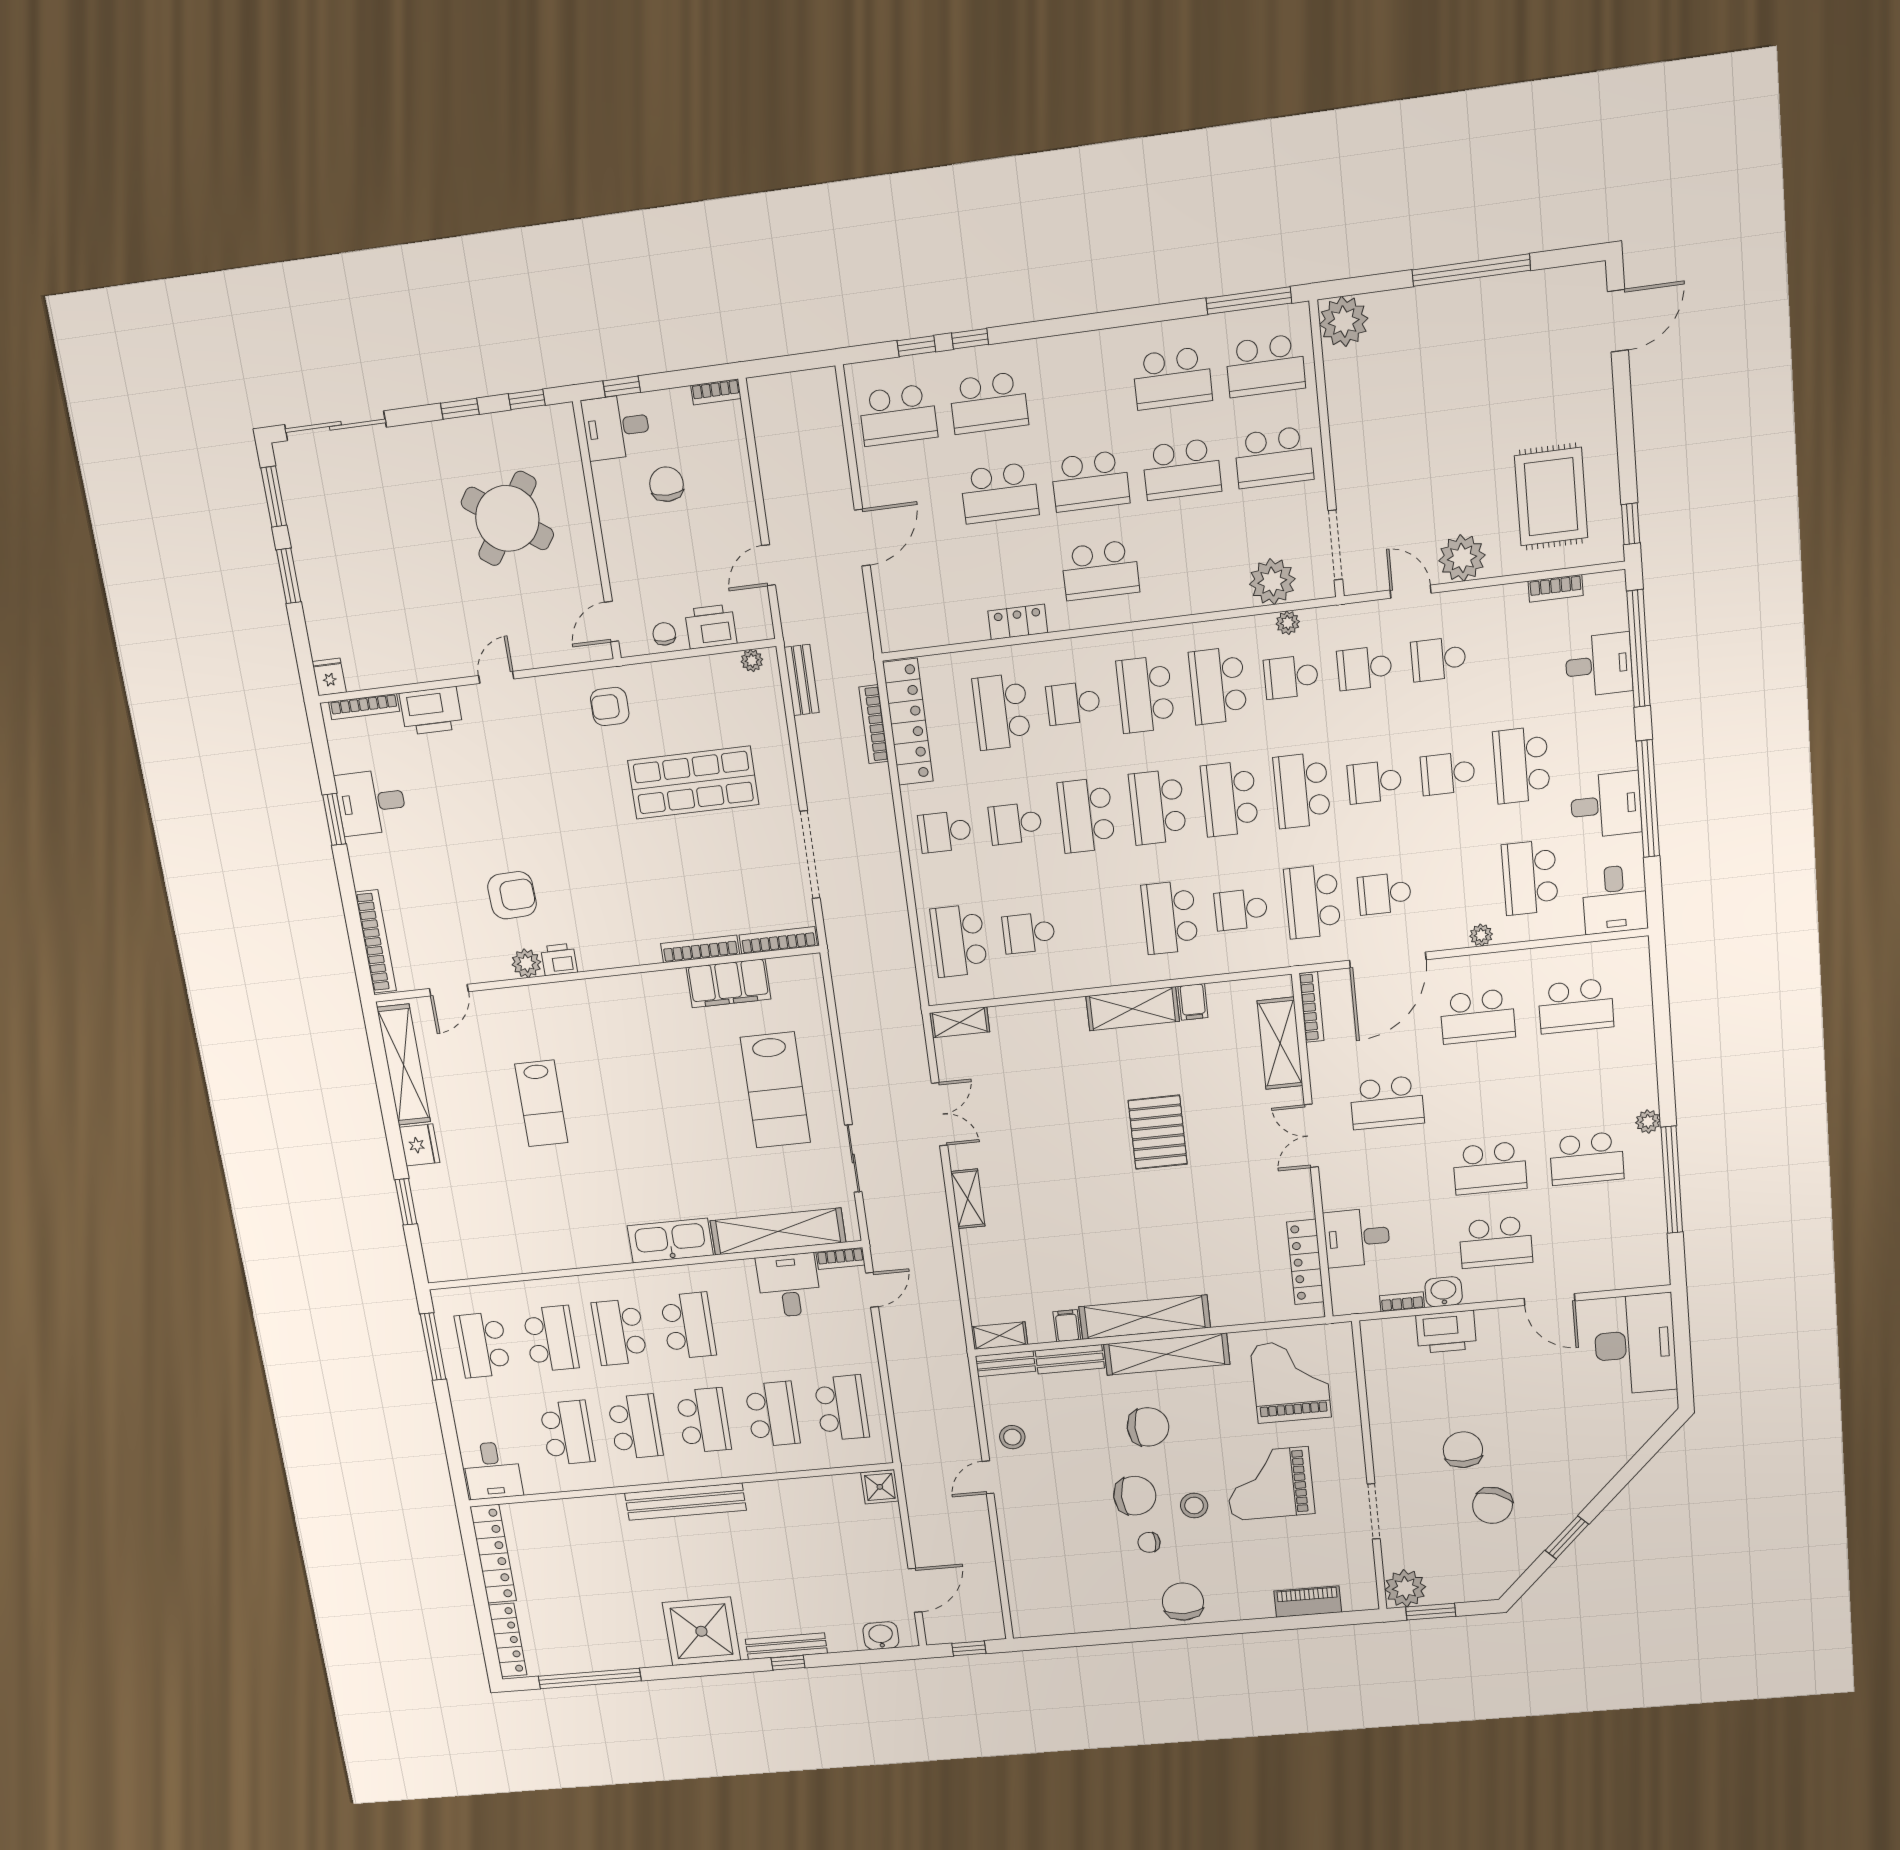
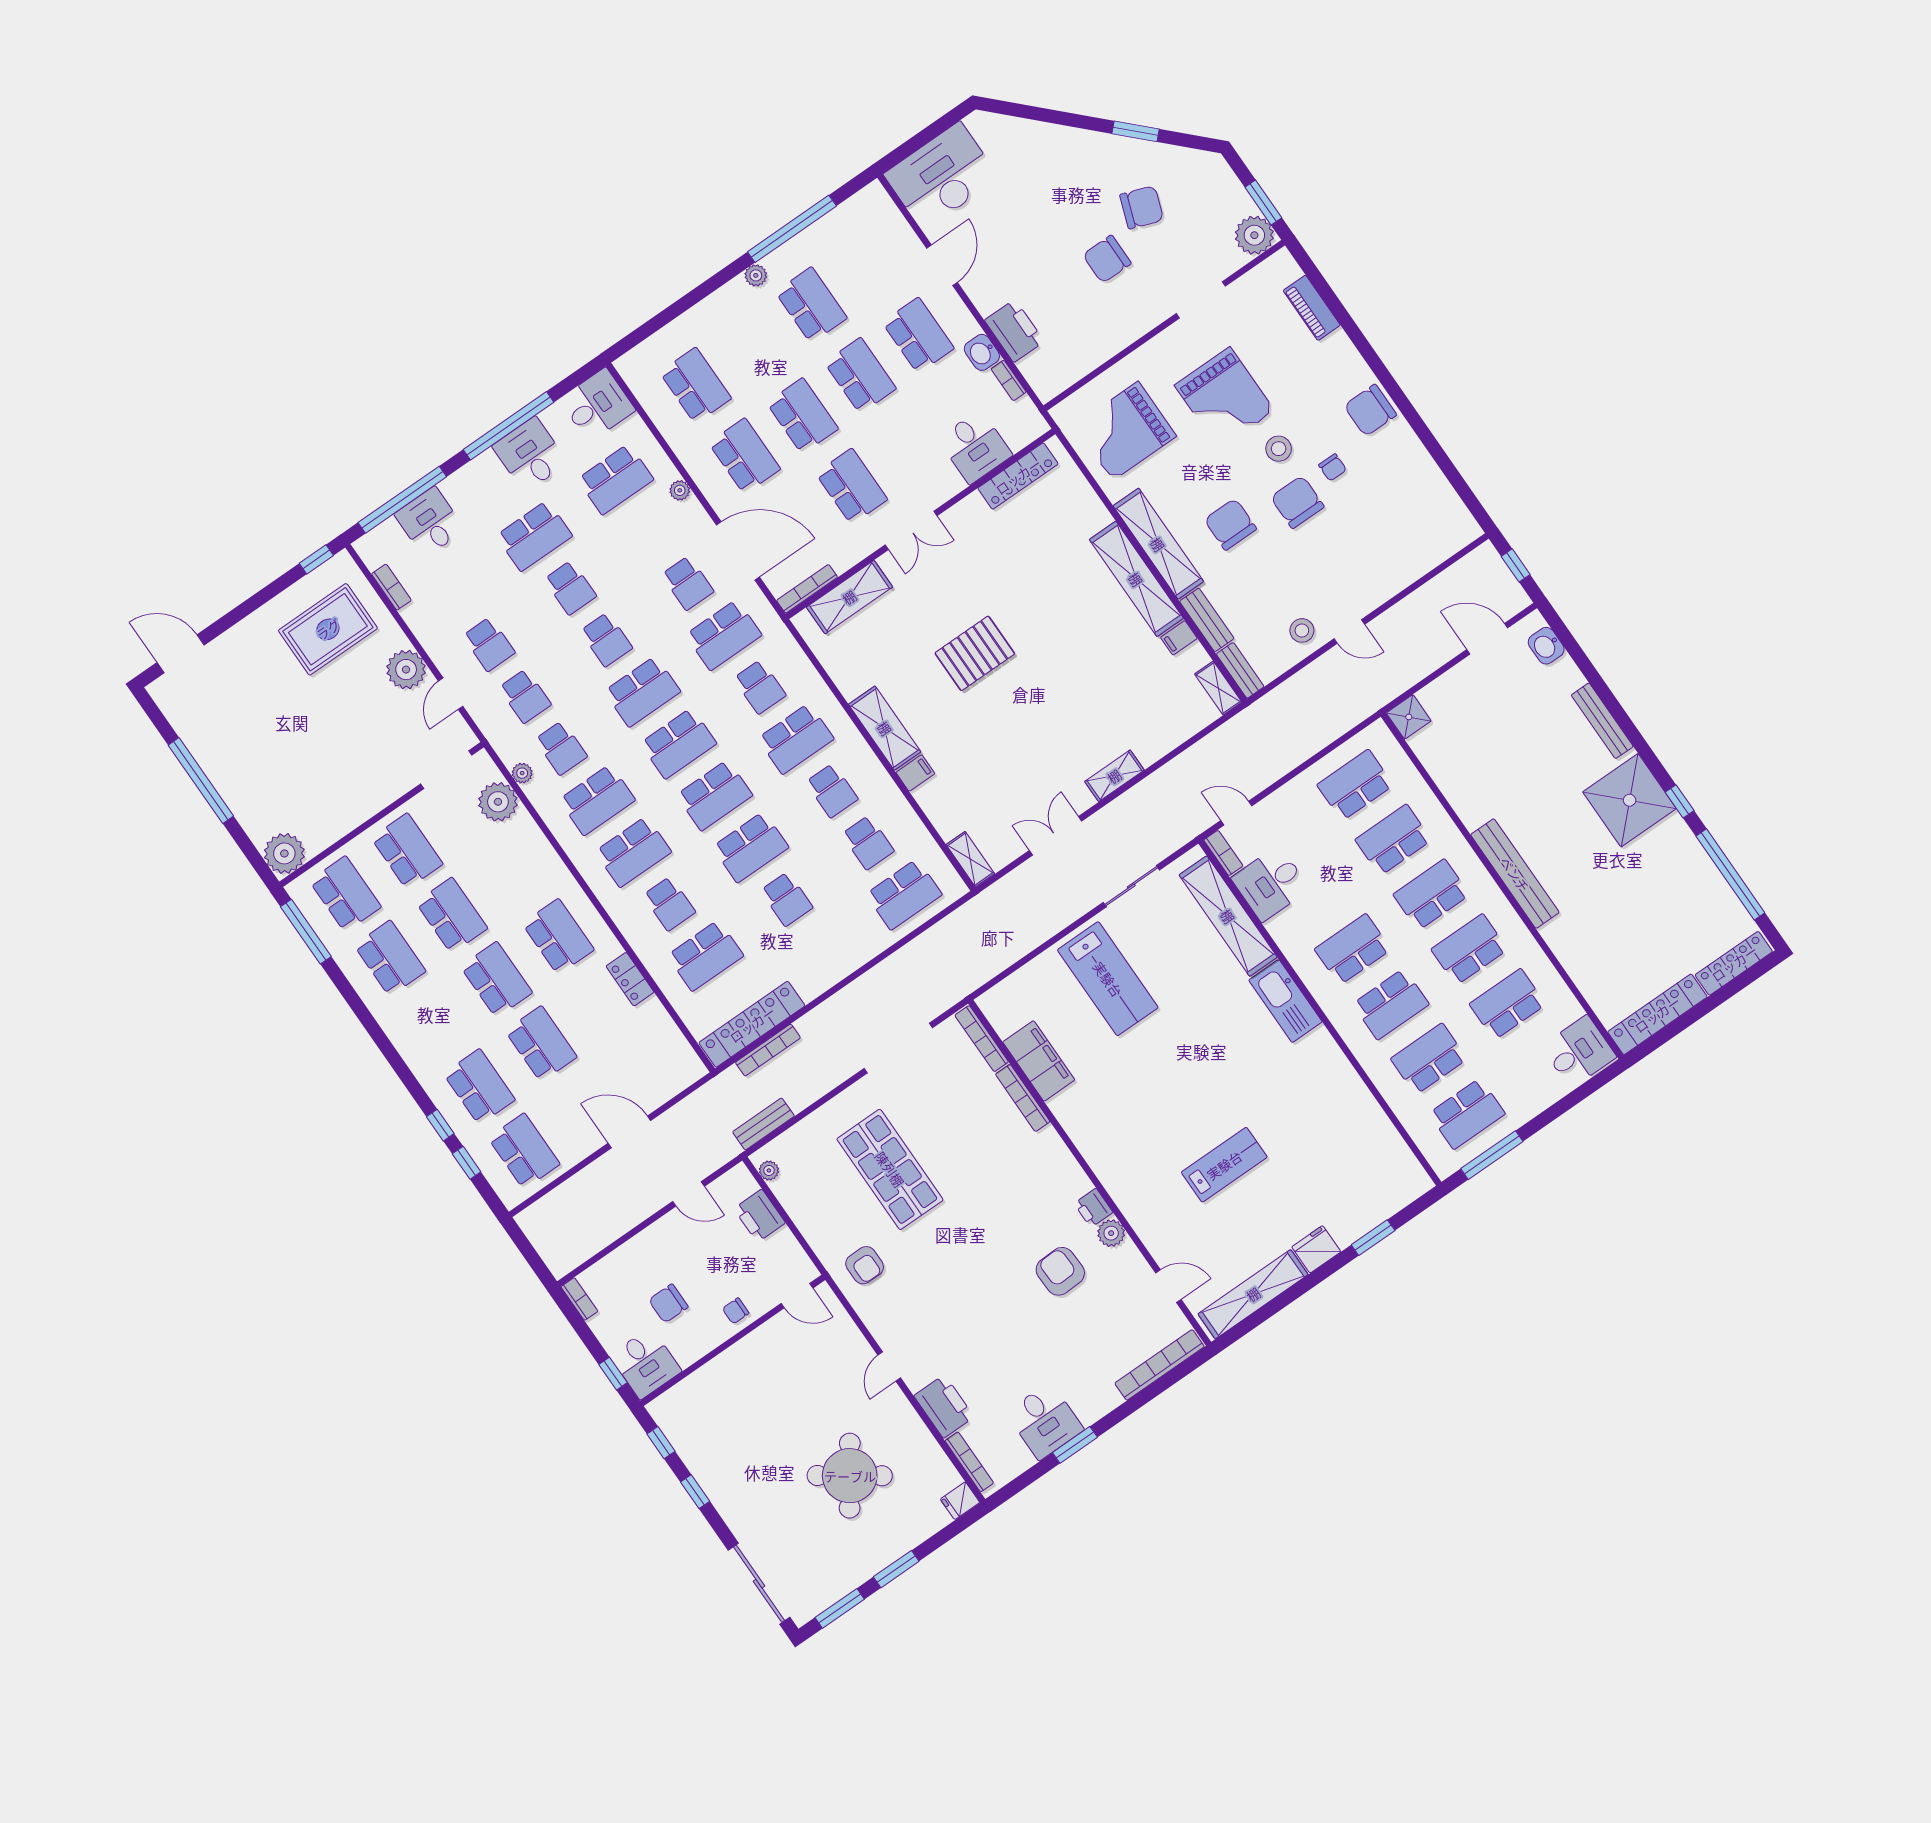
round table: (507, 518) -> (850, 1476), moved
chair: (664, 634) -> (736, 1311), moved
door: (496, 677) -> (889, 1366), hinge flipped
school desk: (945, 832) -> (832, 791), moved
filing cabinet: (1193, 1002) -> (915, 773), moved
lab bench: (775, 1090) -> (1108, 979), turned 90
school desk: (1484, 1093) -> (802, 416), added
window: (788, 1663) -> (1680, 801), moved

